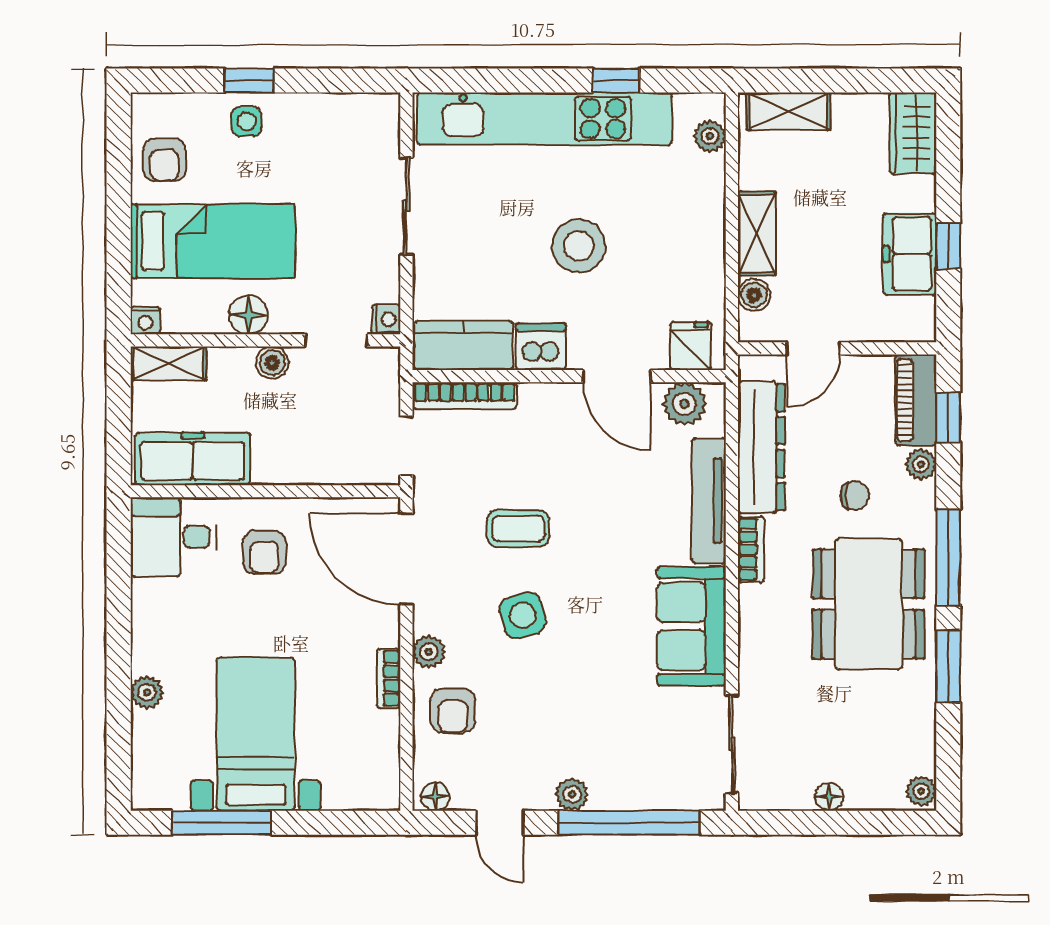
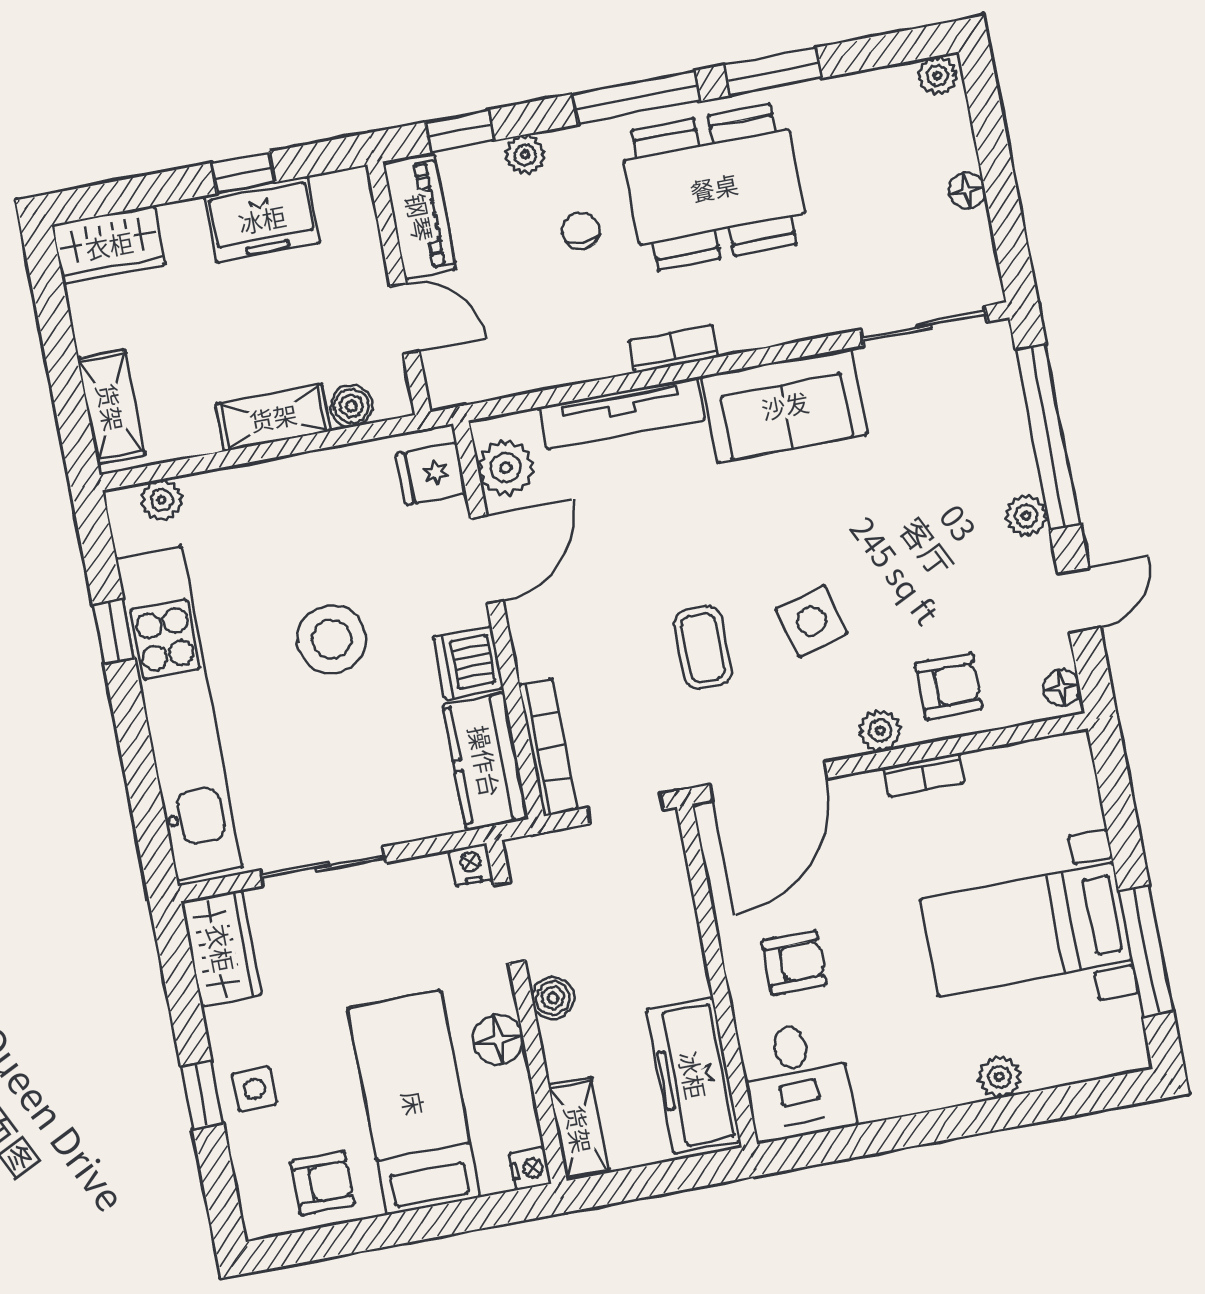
wardrobe: (359, 117) -> (221, 948), added
piano: (916, 400) -> (420, 217), moved, turned -90
dresser: (761, 447) -> (542, 360), removed

